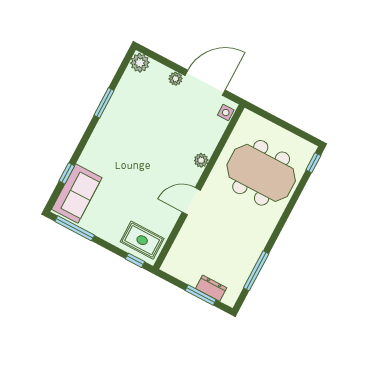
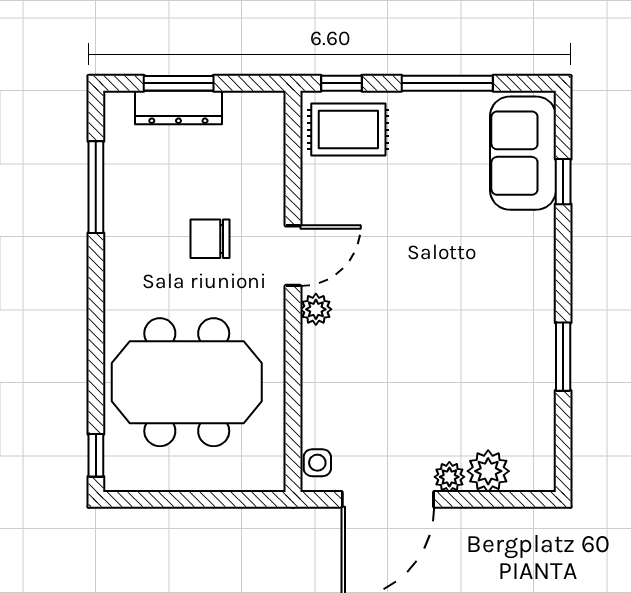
plant: (140, 63) -> (488, 471), moved
plant: (201, 160) -> (316, 309), moved
chair: (221, 226) -> (210, 239), added
window: (75, 228) -> (447, 83), moved
dresser: (211, 288) -> (178, 108), width x1.44

